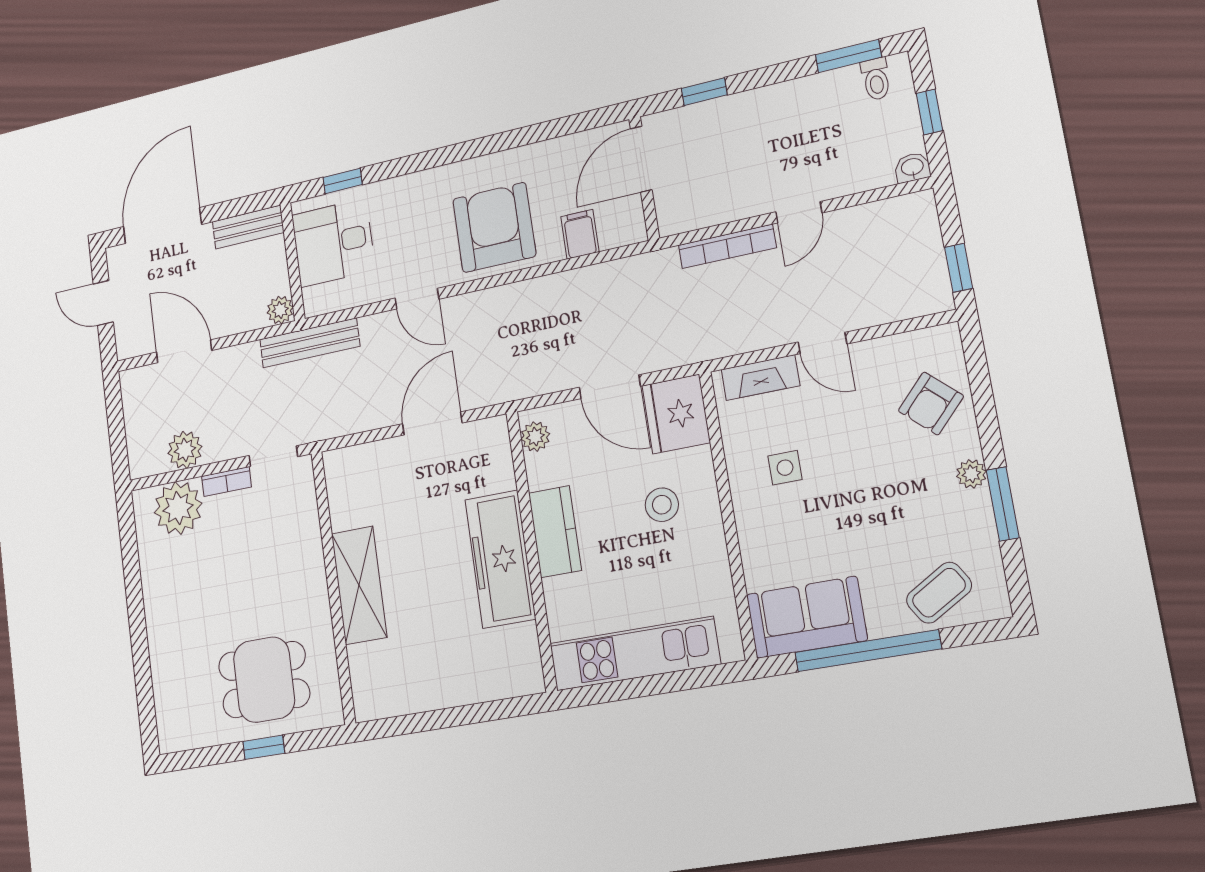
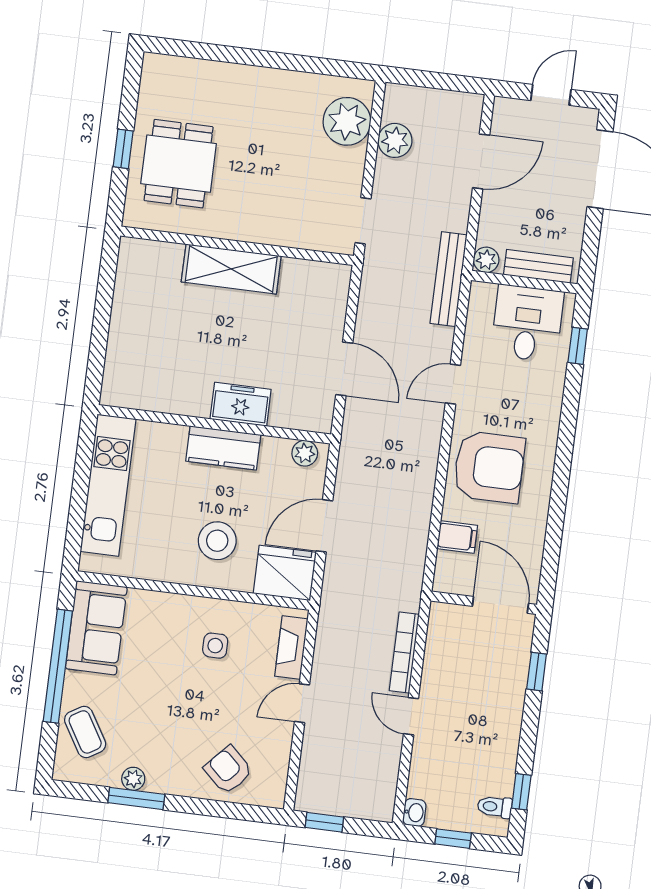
window: (848, 56) -> (521, 792), width x0.67
bench: (248, 227) -> (538, 266), moved, turned 90
plant: (971, 474) -> (133, 779), moved
bookcase: (226, 482) -> (355, 172), removed
stool: (662, 505) -> (217, 541), width x1.38, depth x1.38
freezer: (500, 559) -> (241, 404), width x0.52, depth x0.79

